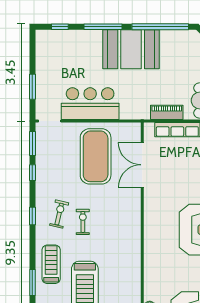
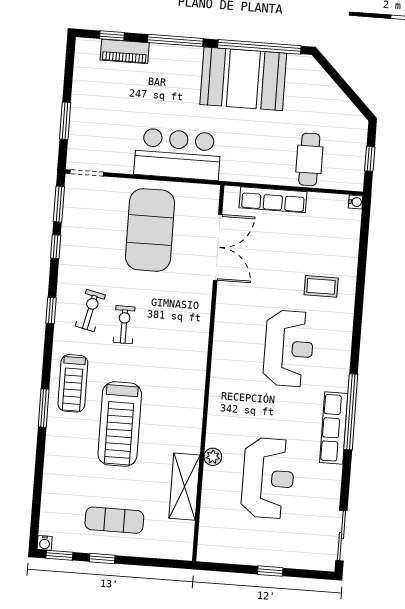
booth: (131, 49) -> (243, 79), moved
bar counter: (90, 104) -> (178, 154), moved
piano: (167, 112) -> (125, 51), moved, turned 180
double door: (142, 165) -> (218, 247), swing flipped
treadmill: (51, 264) -> (73, 383), turned 180

